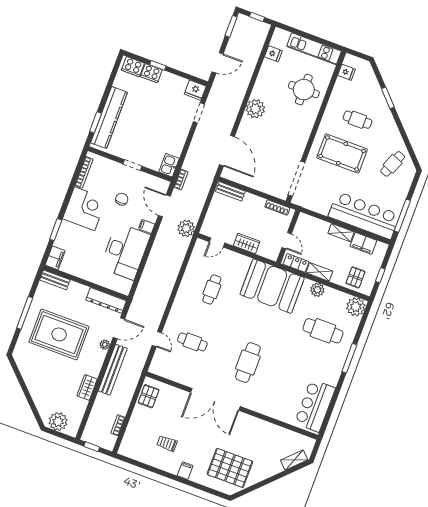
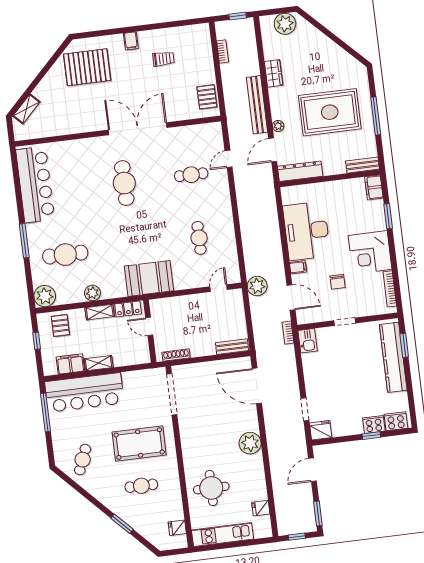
wardrobe: (247, 243) -> (188, 303), removed
booth: (272, 286) -> (149, 278), width x0.73, depth x0.70
door: (157, 339) -> (229, 159), hinge flipped
bar counter: (315, 406) -> (35, 185), width x1.36

